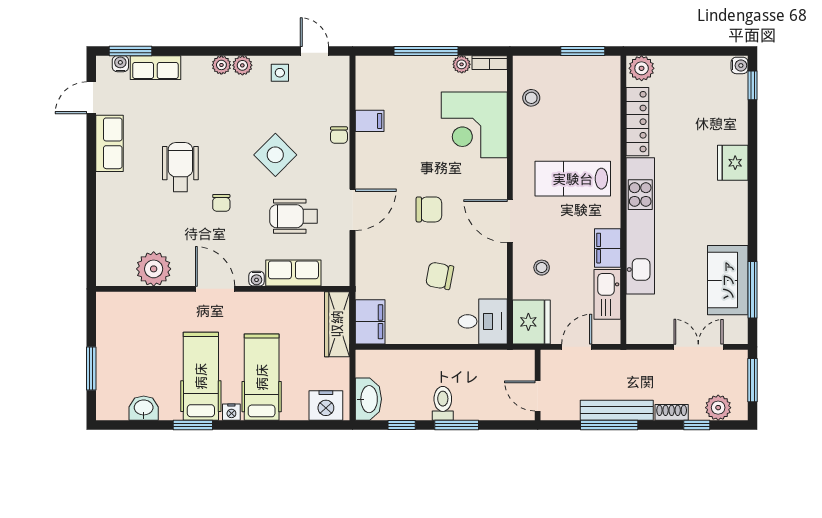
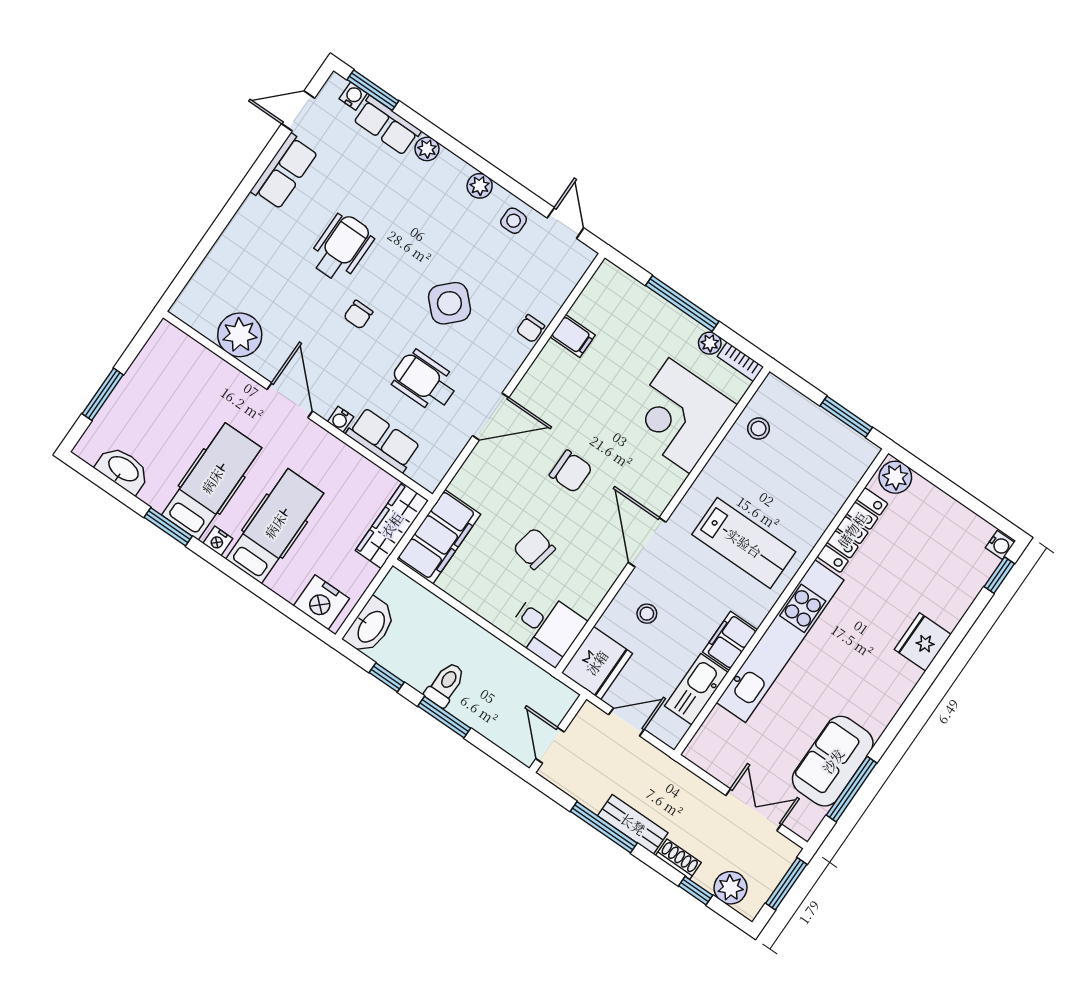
plant: (221, 65) -> (427, 149), moved
lab bench: (573, 179) -> (744, 543), turned 180
filing cabinet: (370, 322) -> (439, 537), width x1.50, depth x1.17
washbasin: (144, 408) -> (123, 469), width x1.38
bench: (617, 410) -> (633, 824), width x0.73

